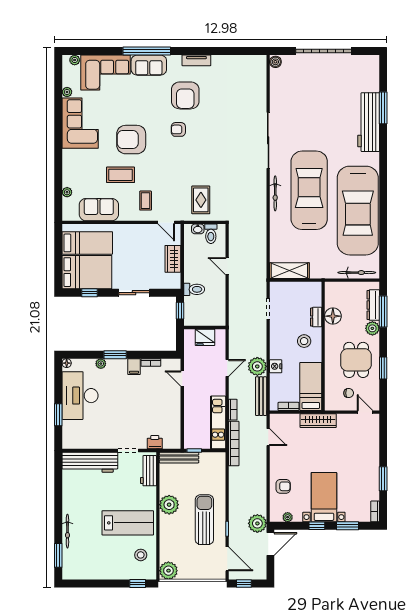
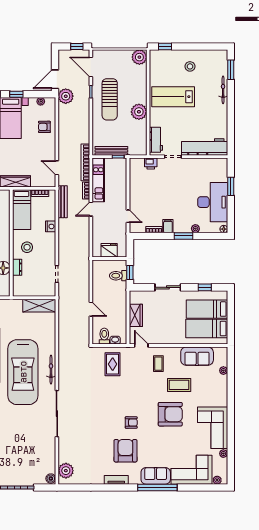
bed: (87, 272) -> (207, 309), width x0.67
toilet: (194, 289) -> (118, 276), moved
plant: (257, 366) -> (66, 471), moved
door: (227, 368) -> (91, 209), moved
bench: (179, 458) -> (111, 151), moved
stool: (141, 555) -> (190, 66), moved

